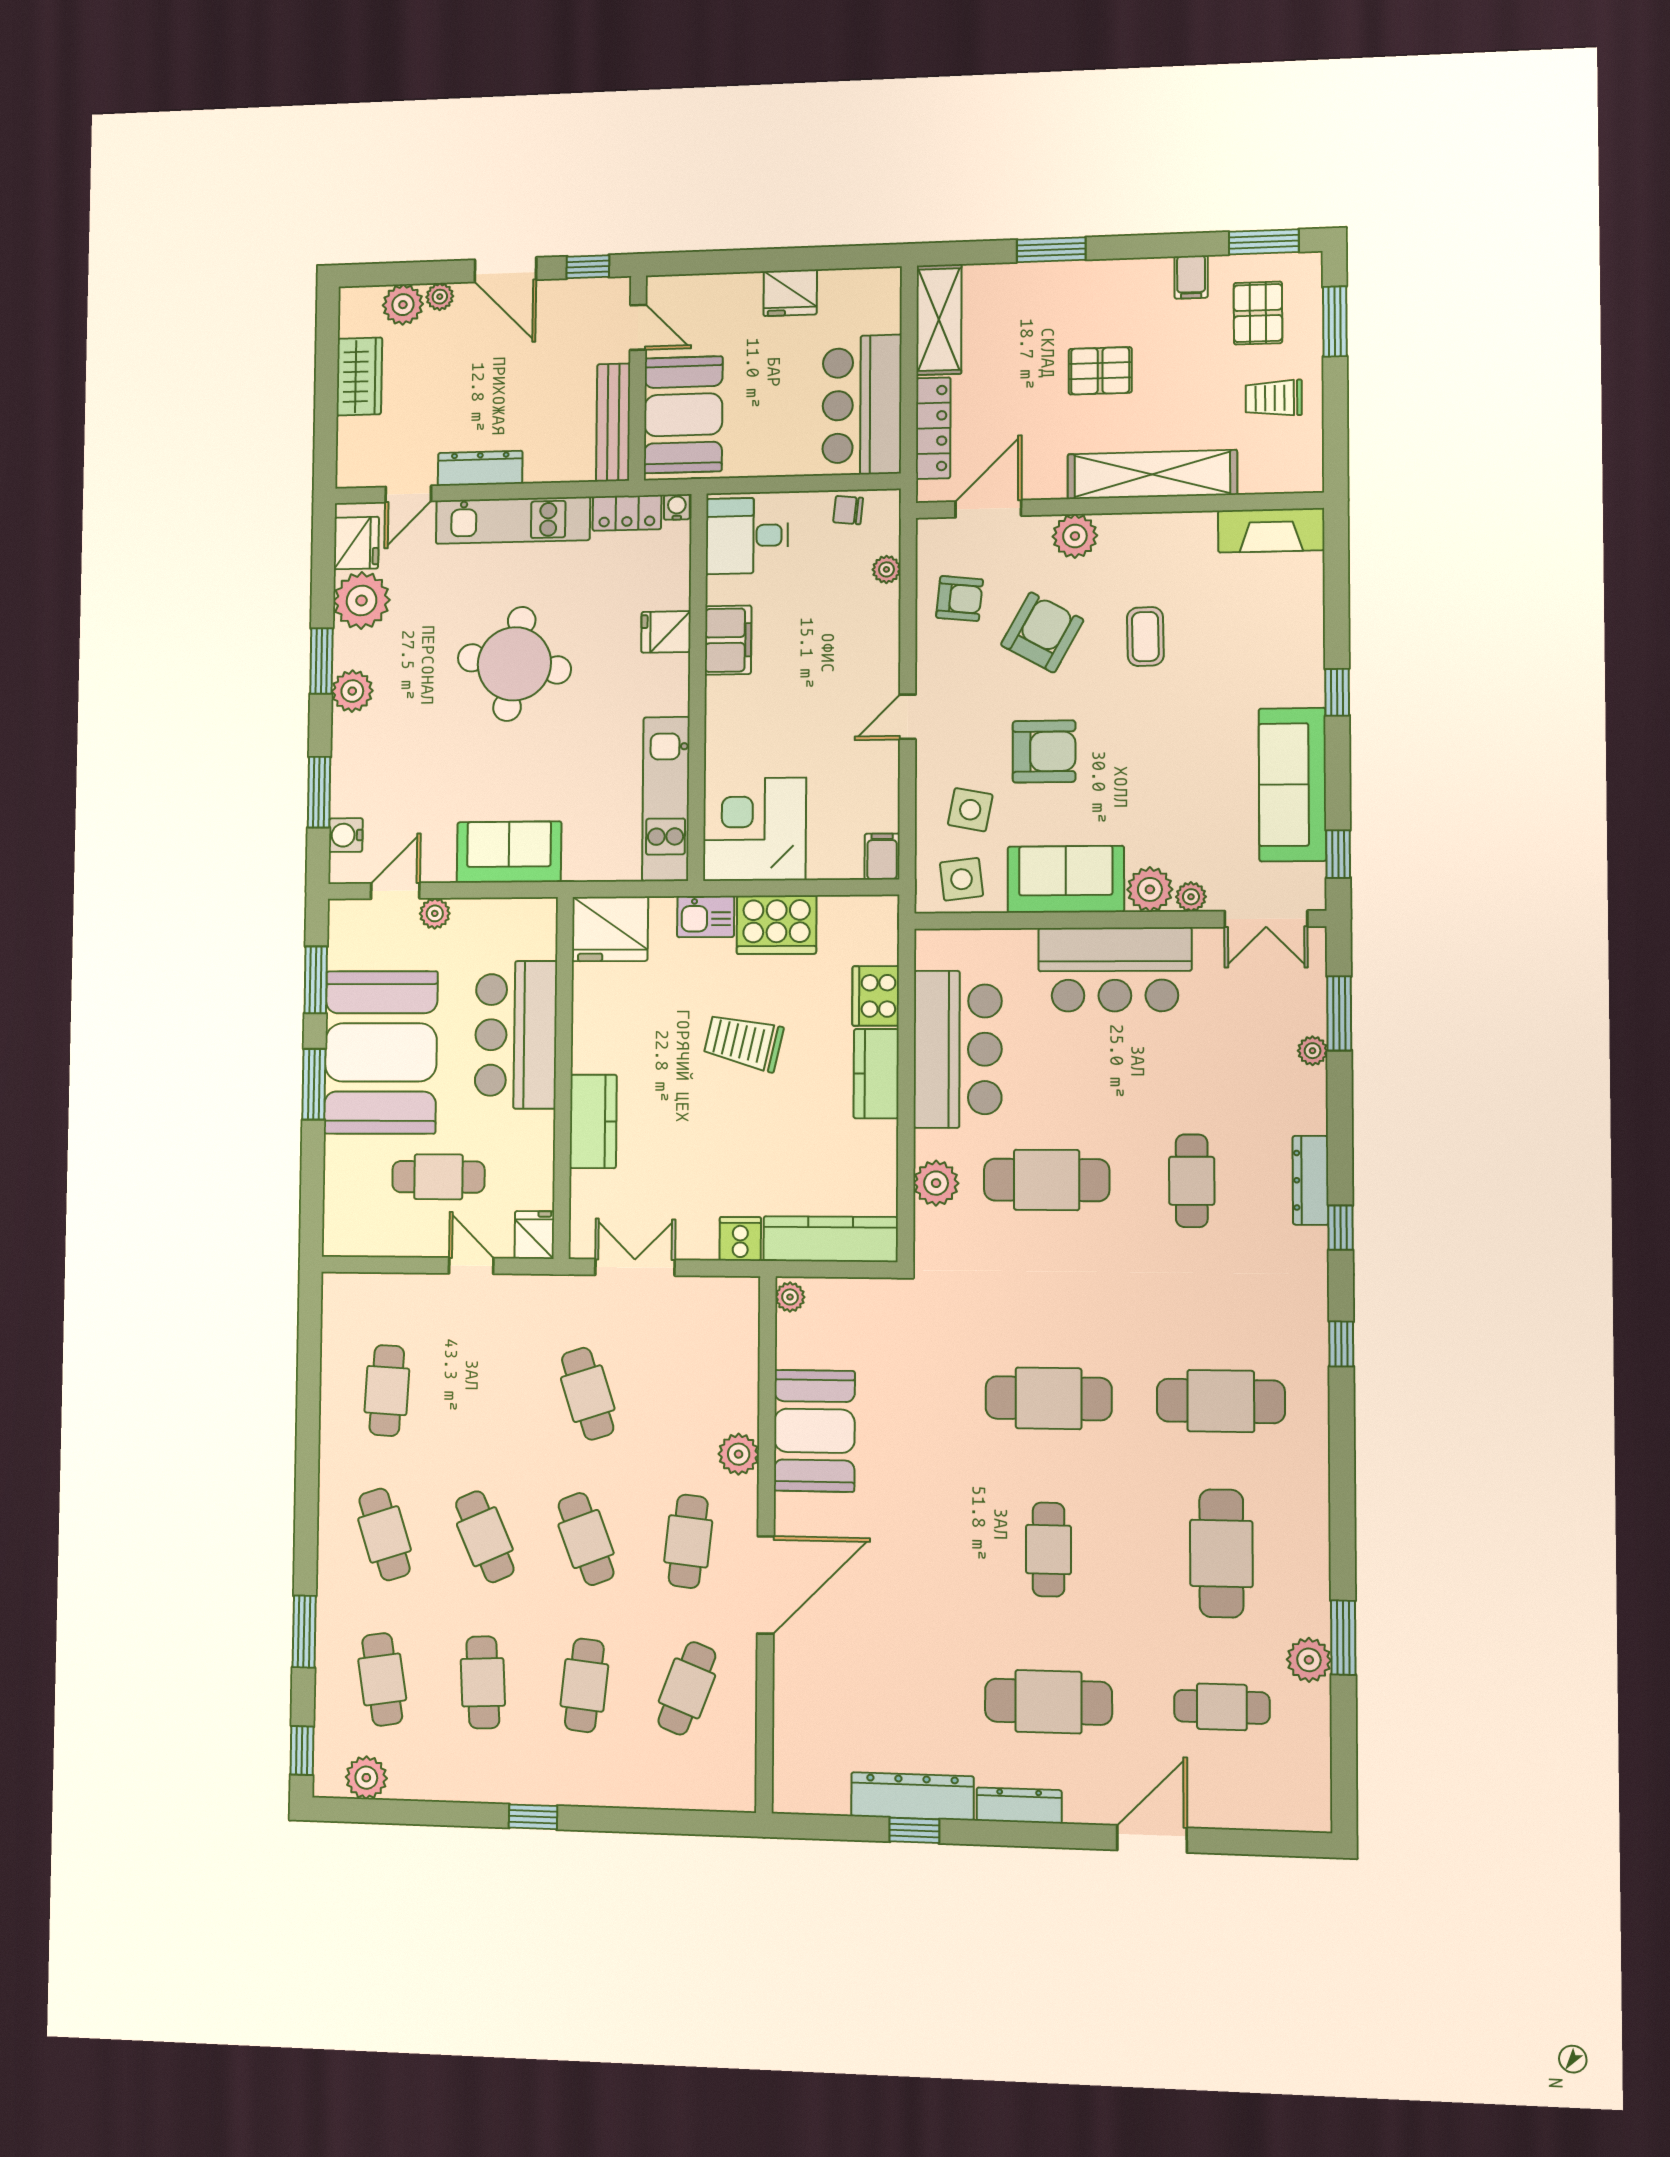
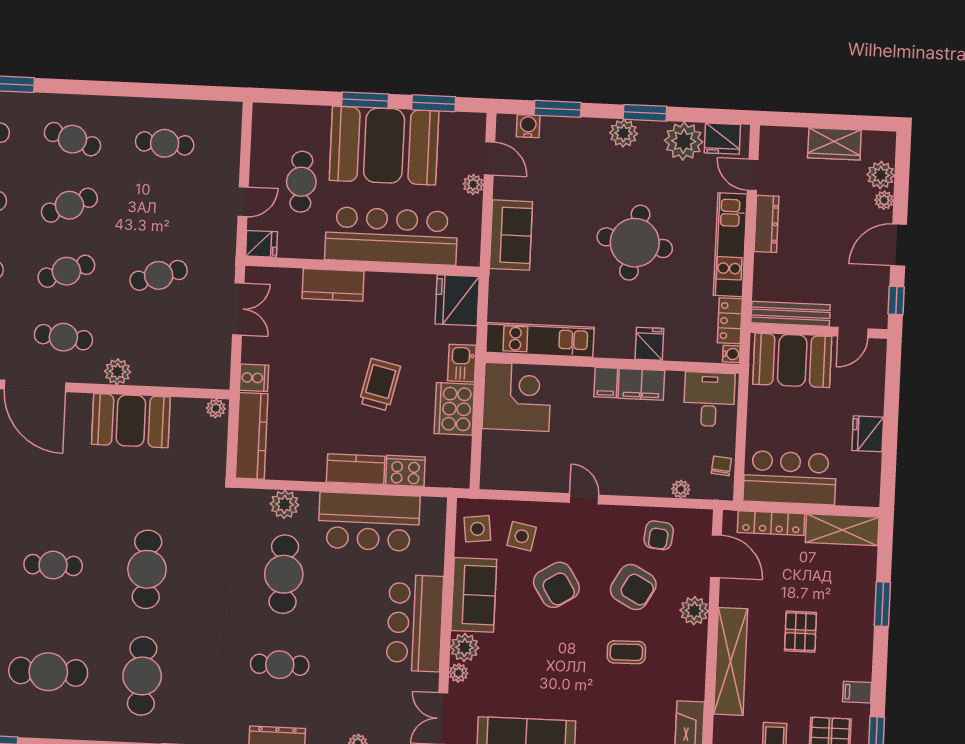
armchair: (1044, 751) -> (556, 585), turned -32
filing cabinet: (882, 856) -> (606, 383), moved, turned 90
bar counter: (516, 1035) -> (391, 236), width x1.36
cafe table: (385, 1534) -> (72, 139), turned 36

